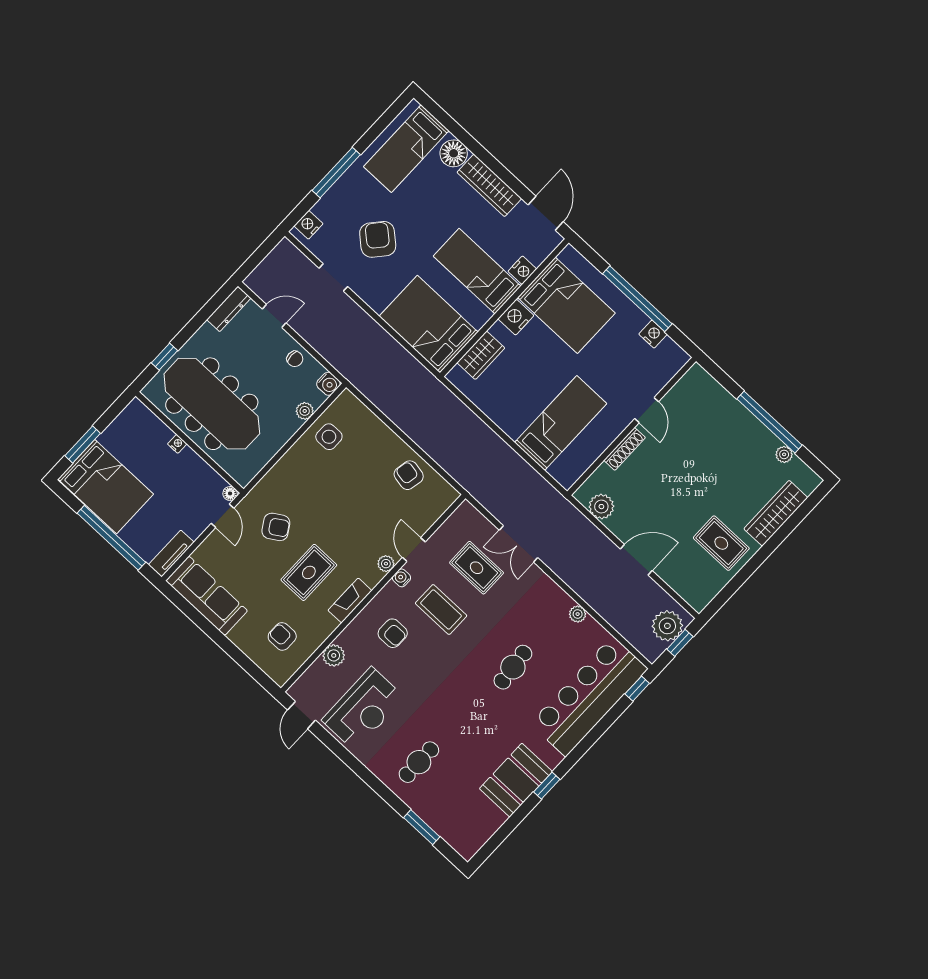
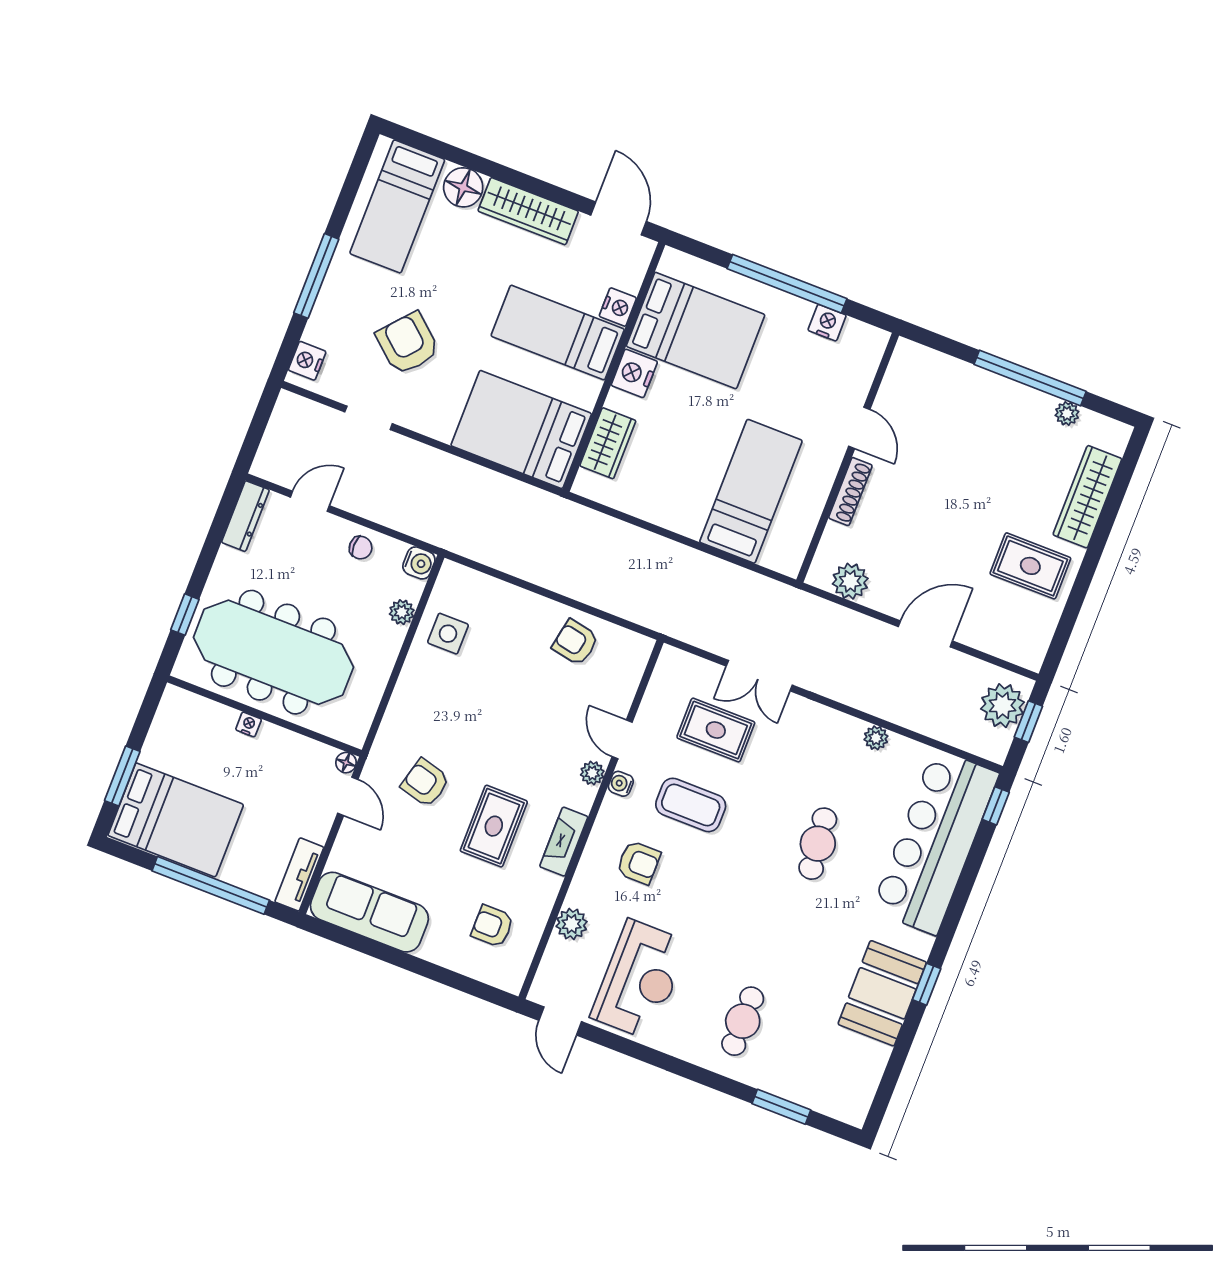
armchair: (276, 527) -> (425, 783), turned -133

